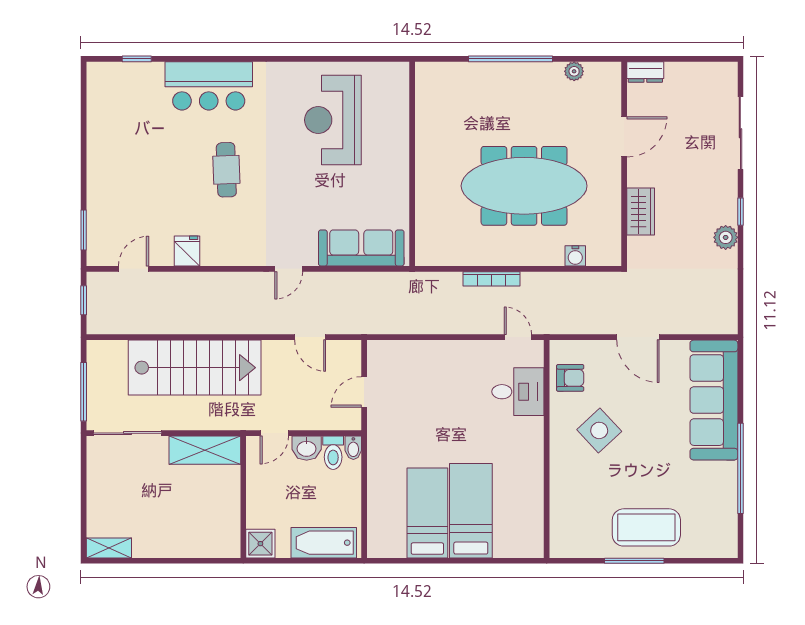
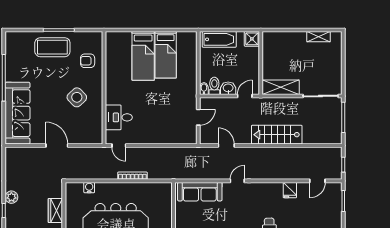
stairs: (195, 368) -> (277, 135), width x0.73, depth x0.66
armchair: (570, 378) -> (88, 61), moved
shelving: (109, 548) -> (319, 37), moved

